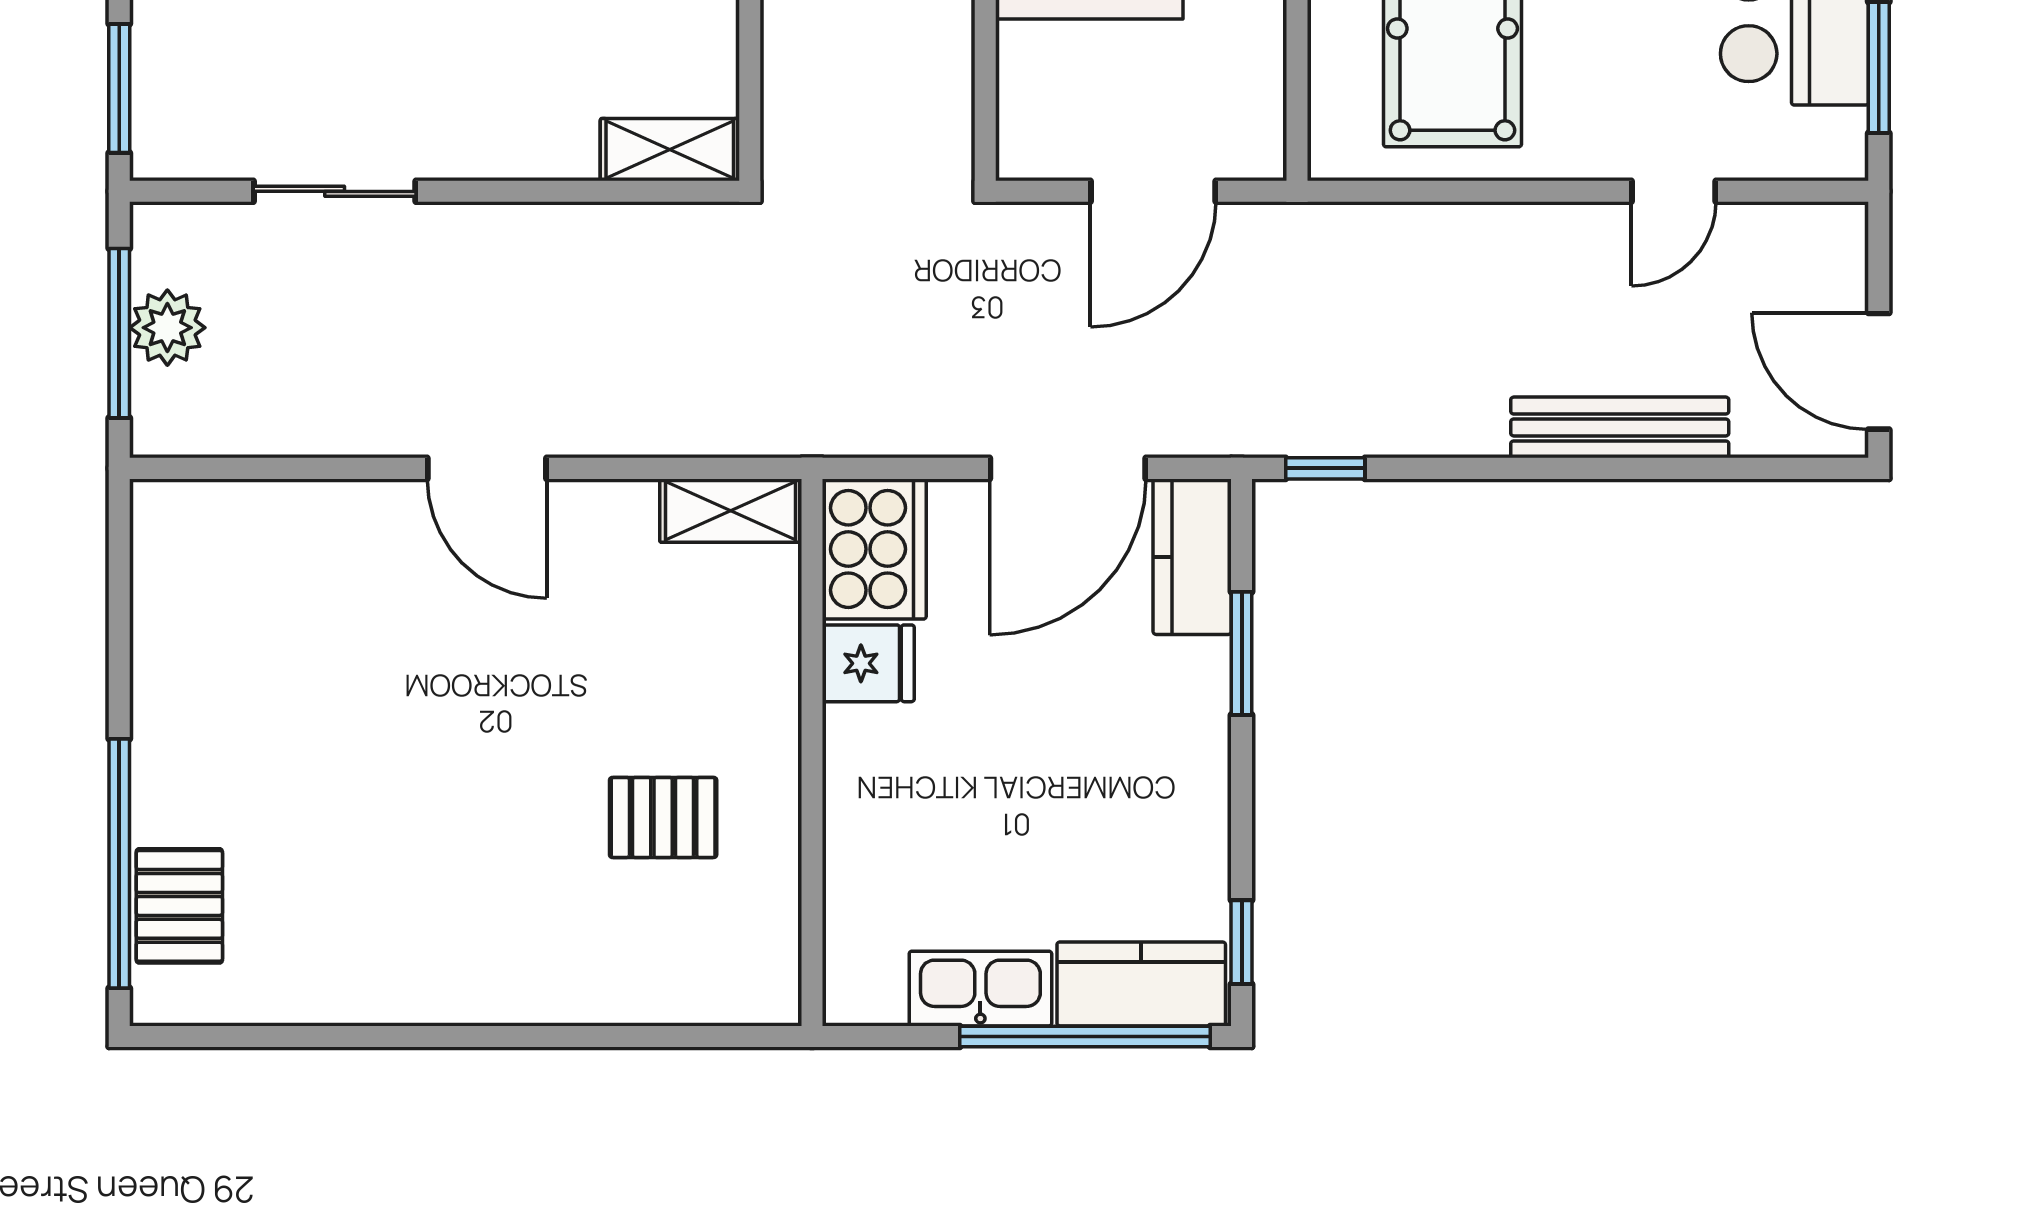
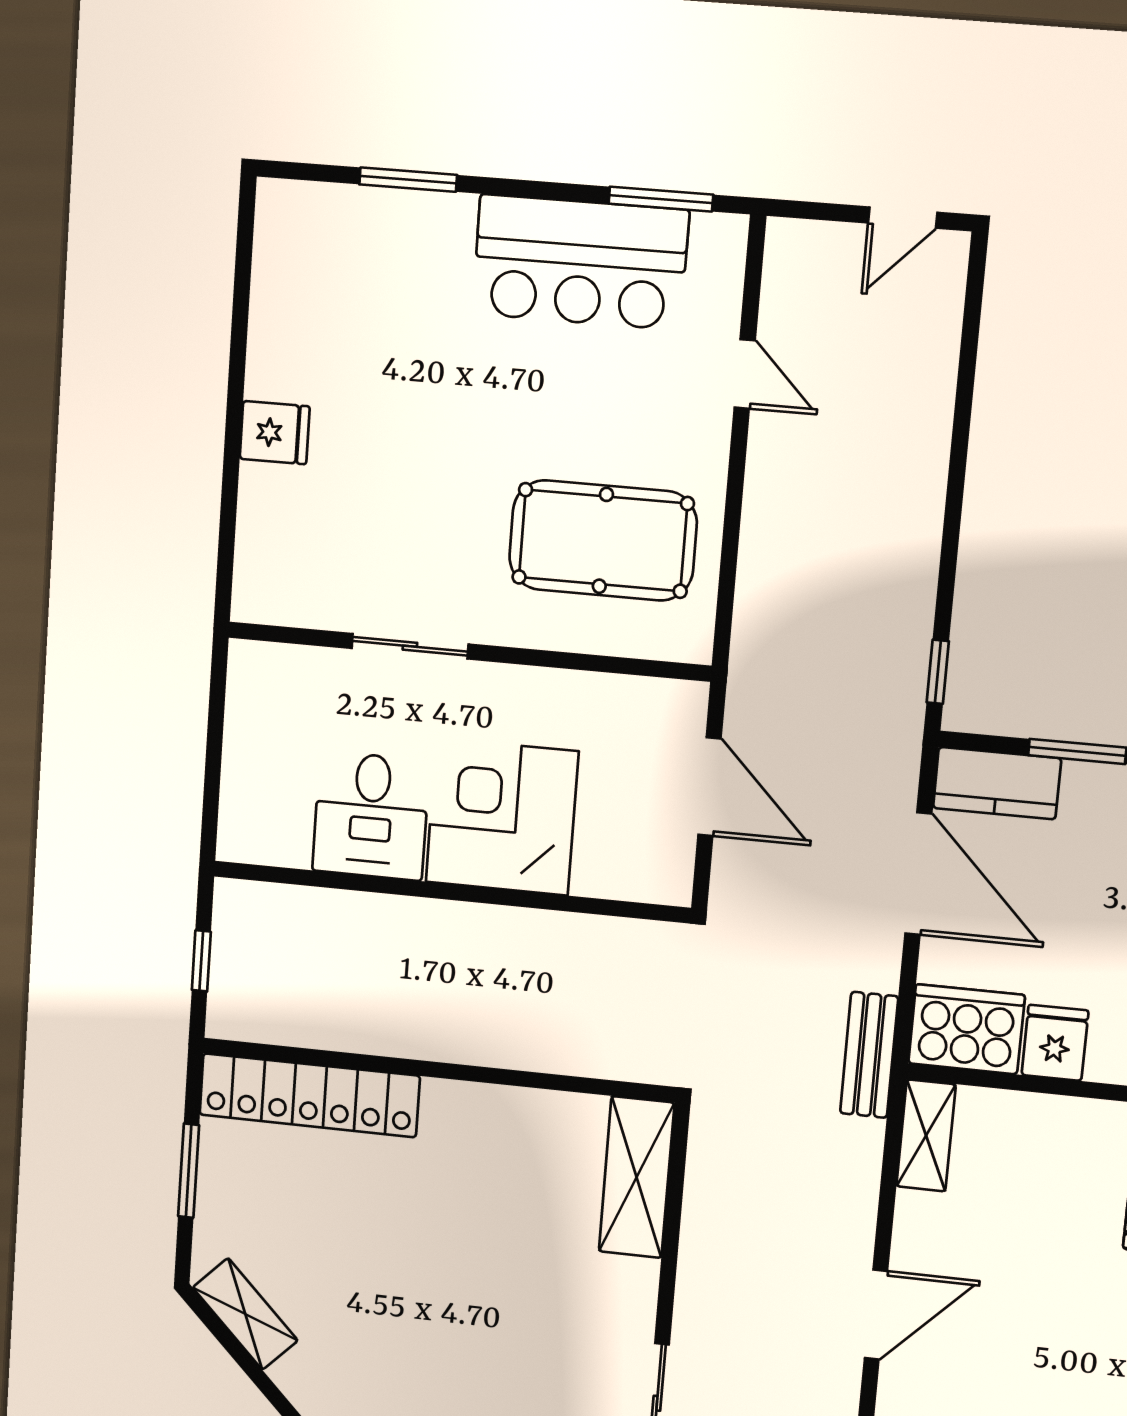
shelving: (670, 150) -> (637, 1177), width x1.50, depth x1.33
door: (1879, 371) -> (903, 218), width x0.73
bench: (1620, 427) -> (869, 1055), moved, width x0.73

